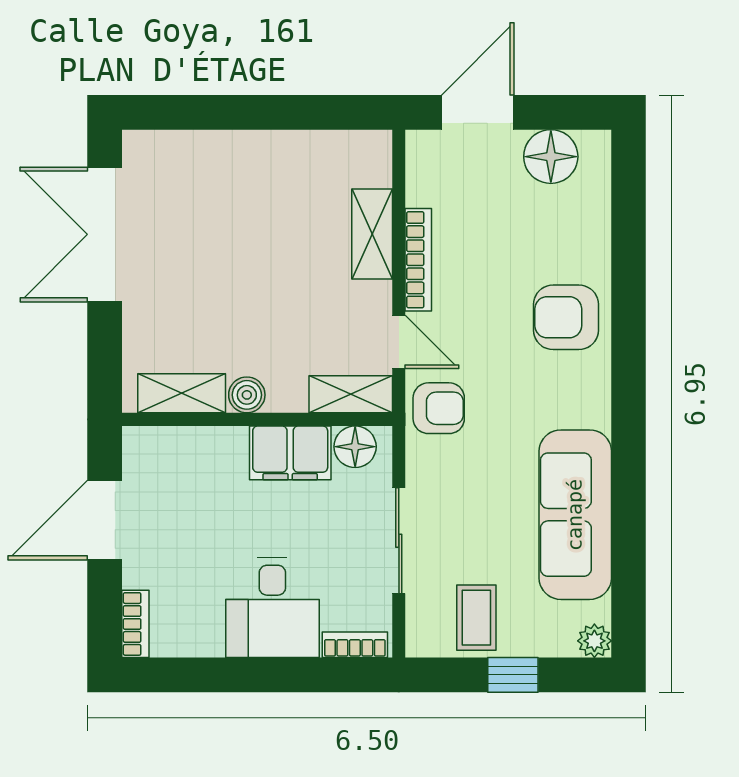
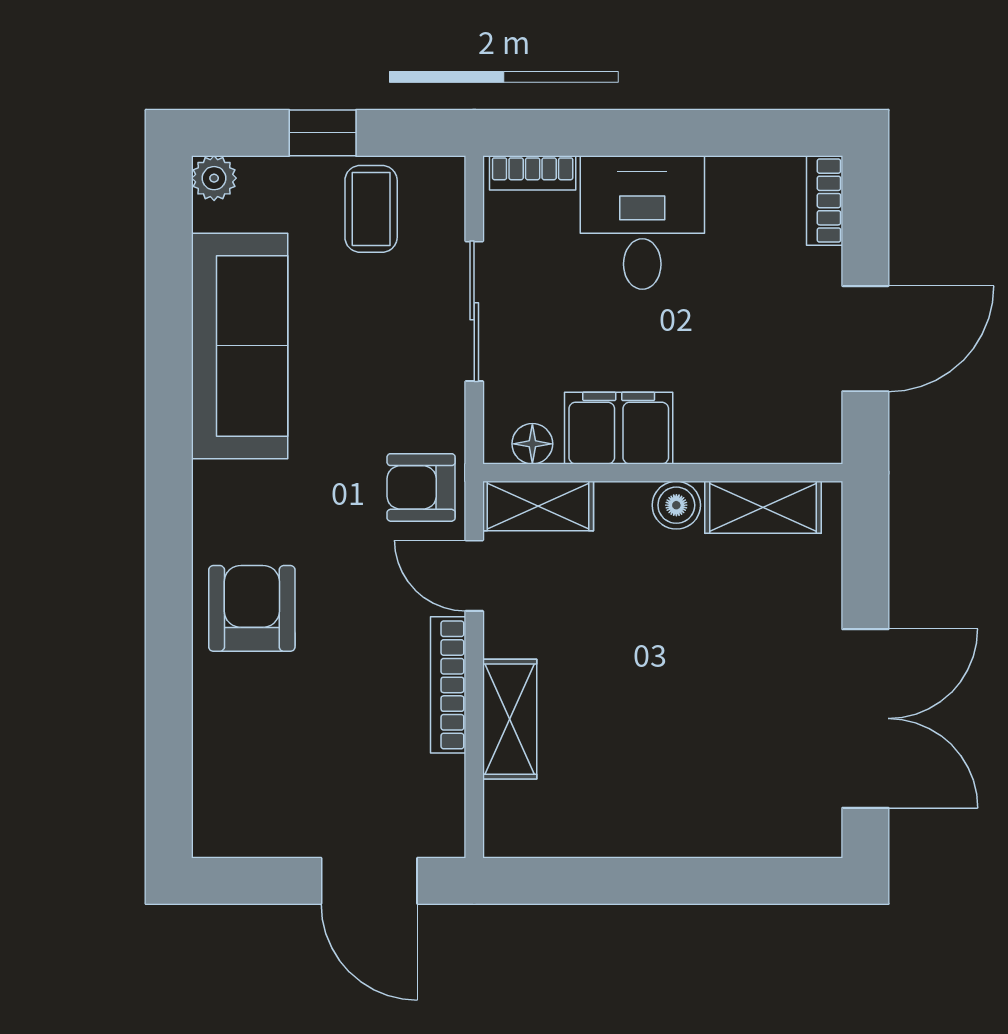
door: (478, 112) -> (369, 881), hinge flipped
floor lamp: (551, 157) -> (272, 822), removed
armchair: (566, 317) -> (252, 608), turned -90
floor lamp: (355, 447) -> (532, 444), width x0.73, depth x0.73

